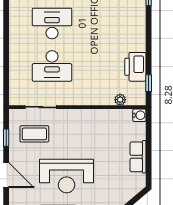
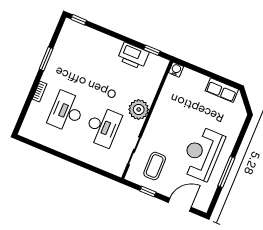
plant: (120, 100) -> (139, 110), moved, width x1.87, depth x1.87
row of seats: (138, 157) -> (222, 90), moved
reception desk: (67, 176) -> (202, 154), turned 180

